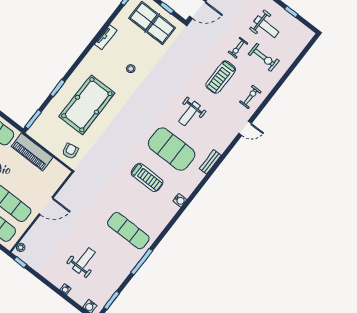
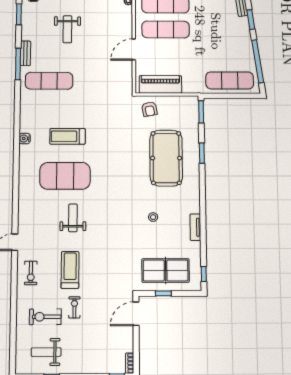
weight bench: (266, 27) -> (46, 352), moved
piano: (32, 152) -> (160, 84), moved
bench: (210, 162) -> (25, 53), moved

